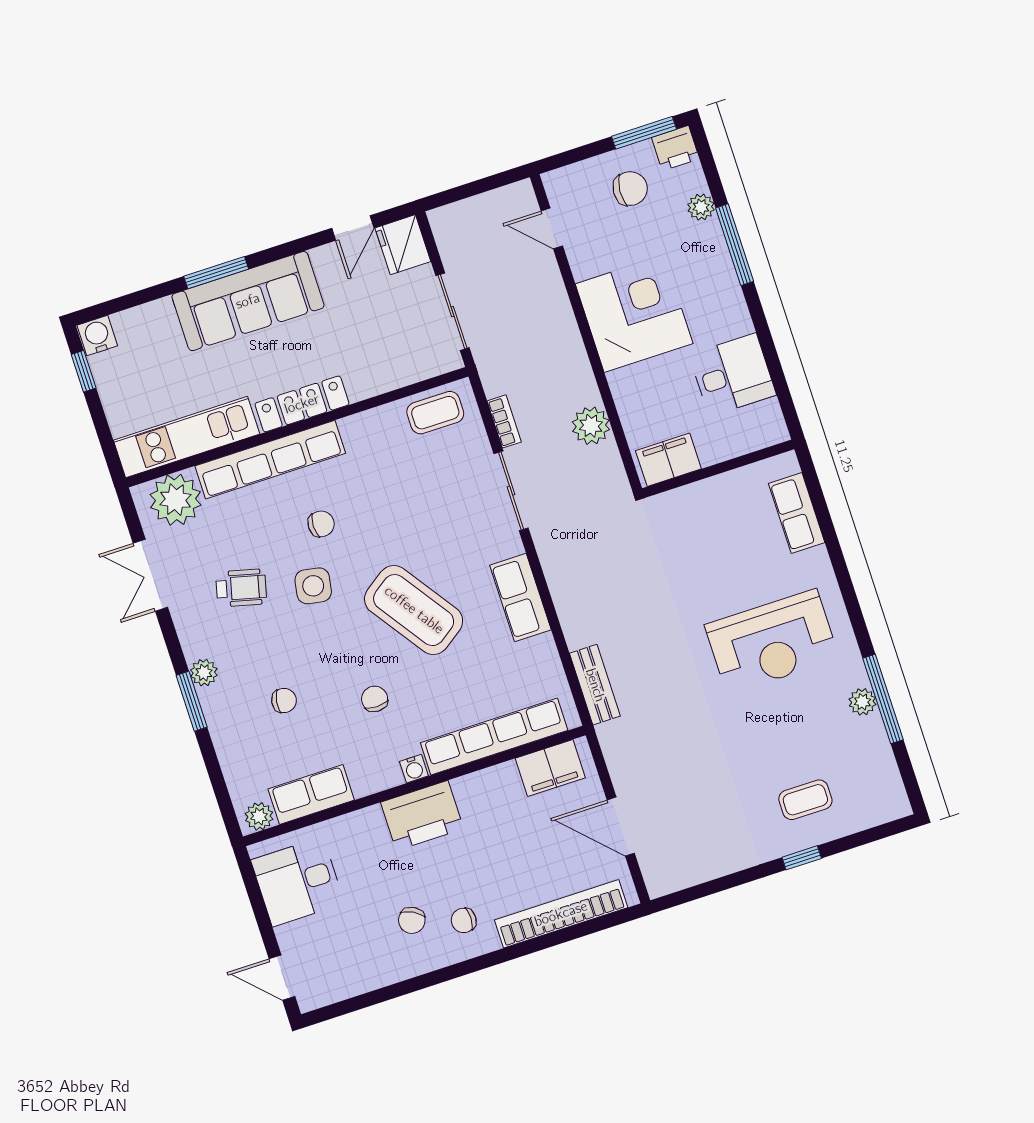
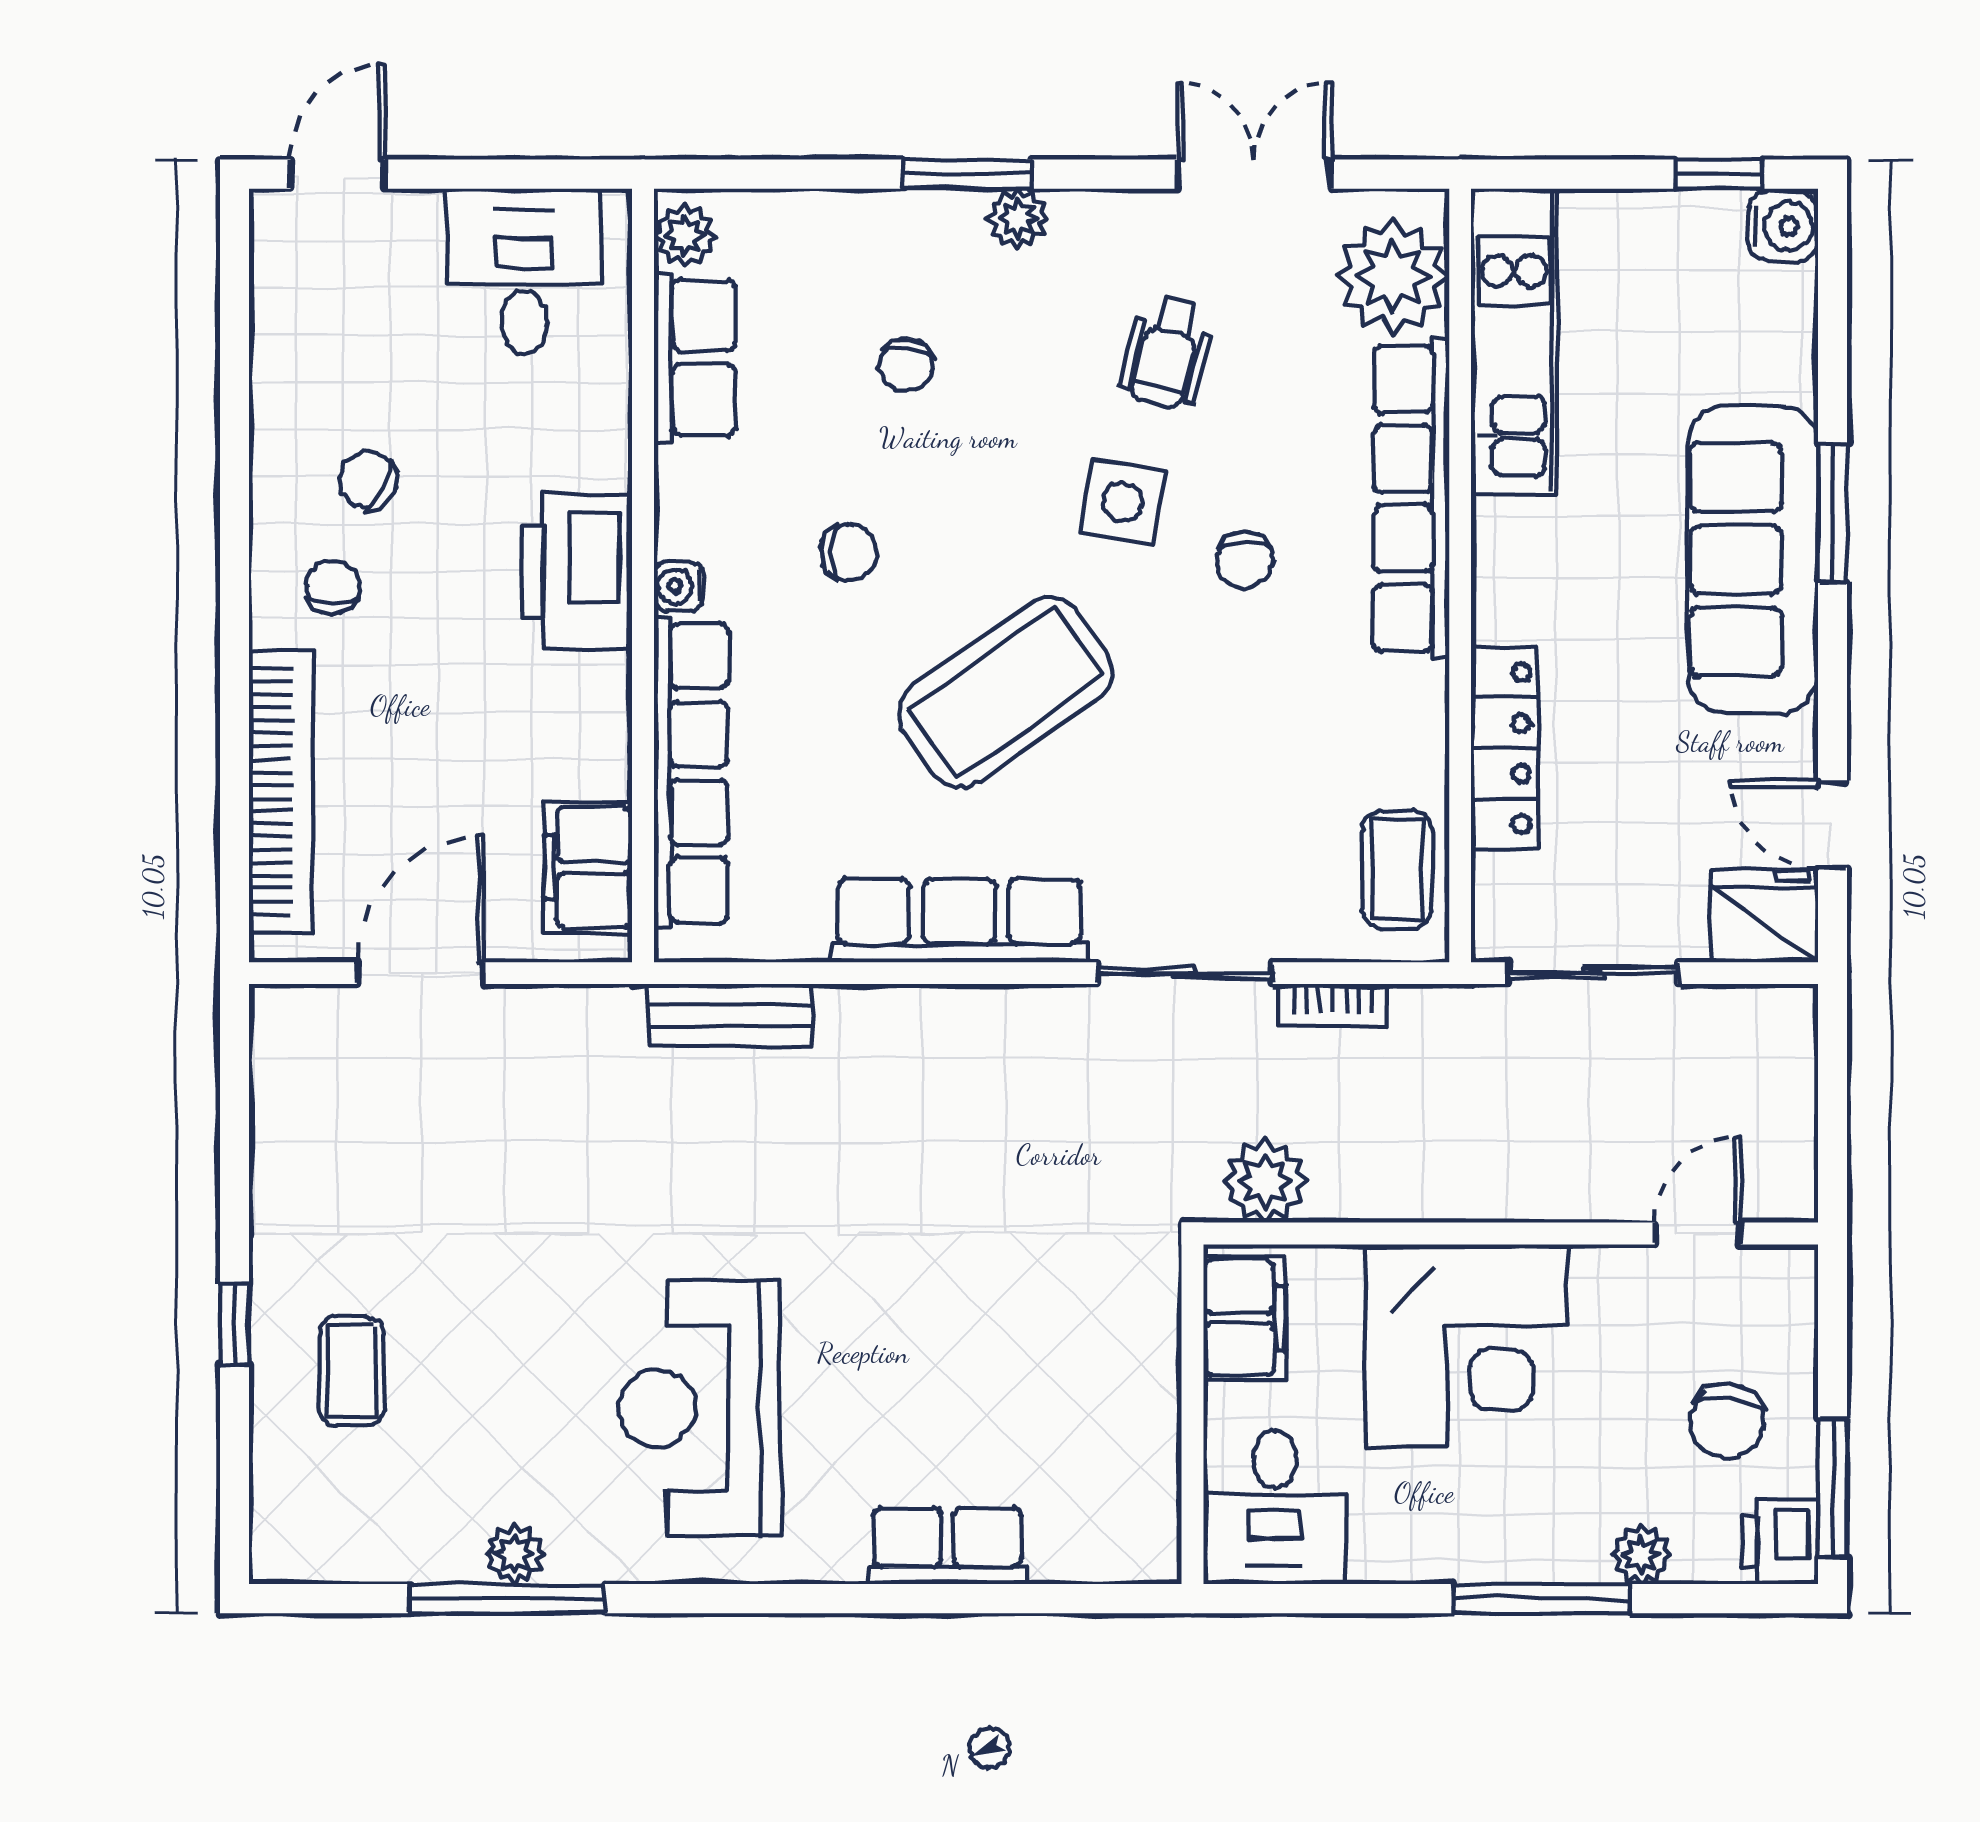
locker: (302, 404) -> (1505, 748), moved
filing cabinet: (668, 460) -> (1245, 1318), moved
wall: (718, 469) -> (1193, 1414), moved
row of seats: (520, 598) -> (959, 921), width x1.48

